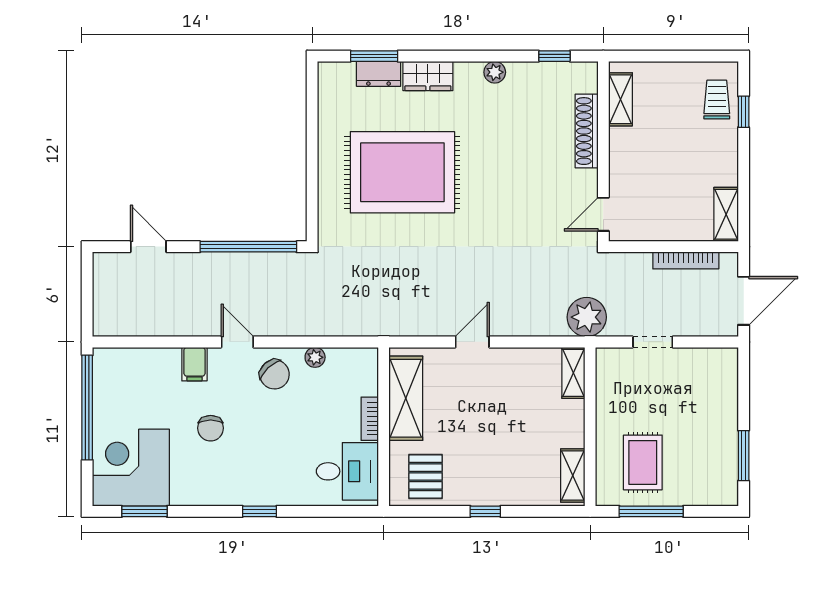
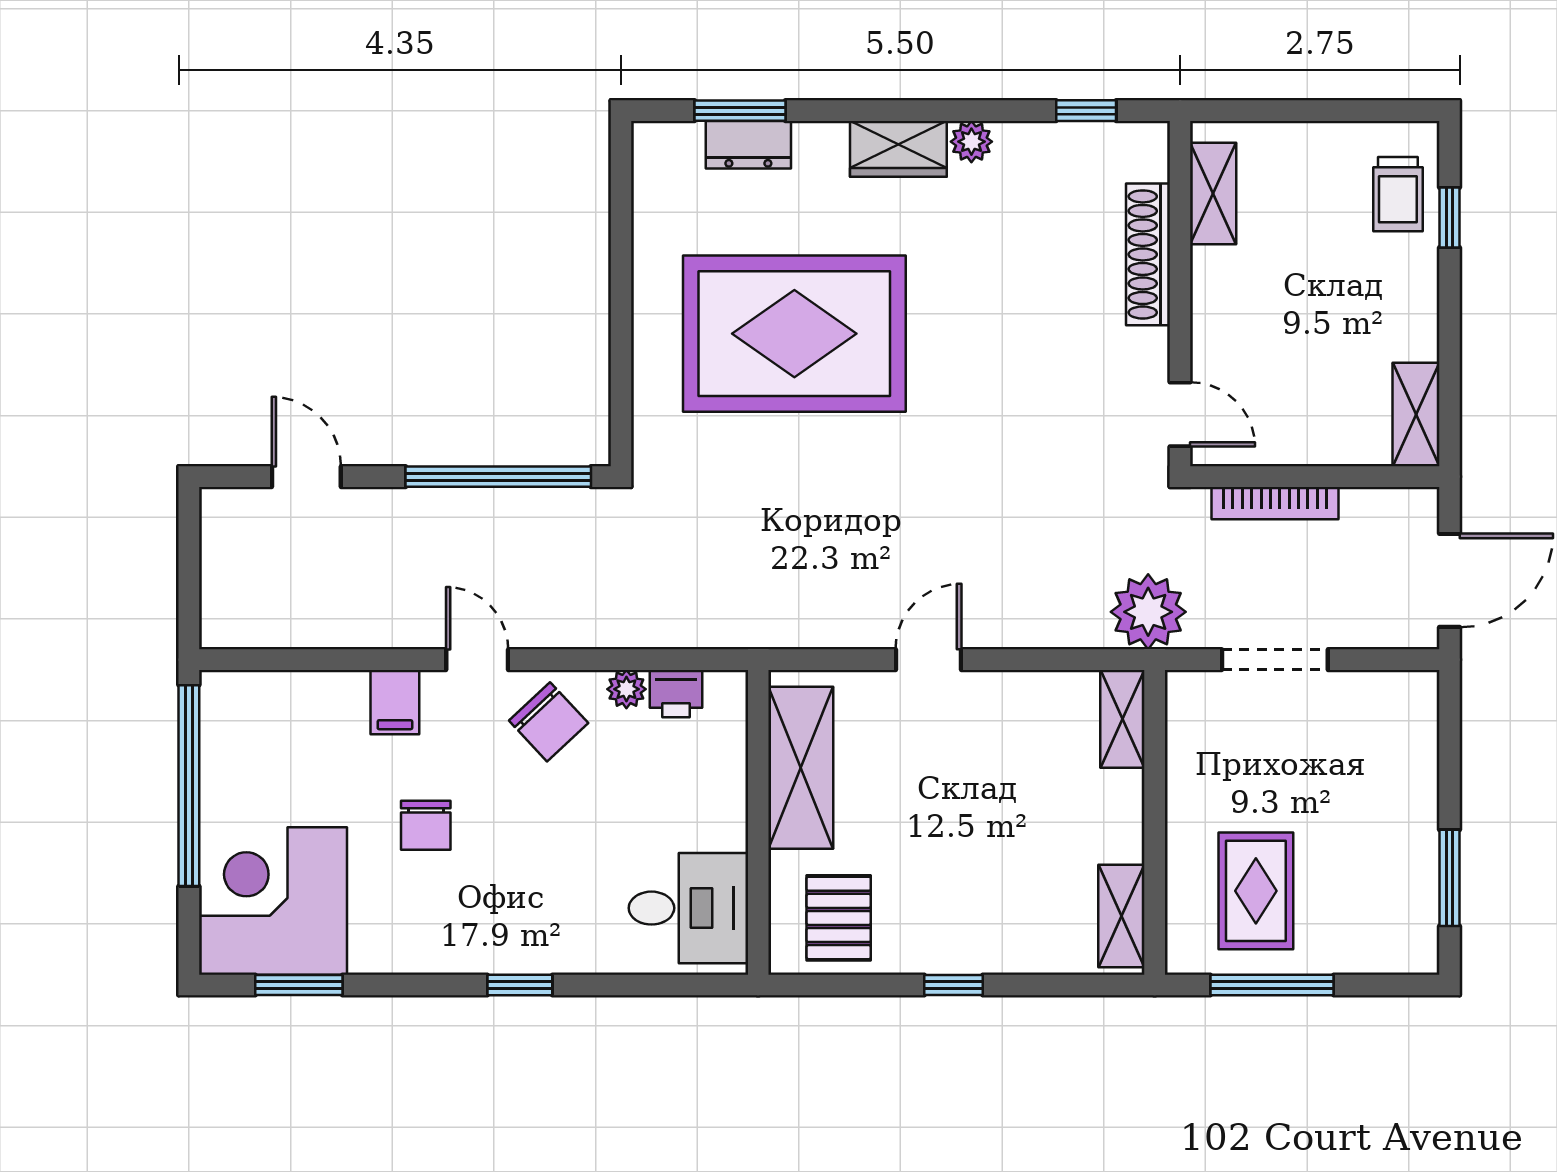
wardrobe: (428, 76) -> (898, 149), moved
trolley: (717, 100) -> (1398, 194), turned 180
door: (603, 214) -> (1180, 414), swing flipped
bookcase: (686, 260) -> (1275, 503), moved
doorway: (653, 342) -> (1275, 660), width x1.38
printer: (341, 360) -> (676, 694), added
bookcase: (370, 419) -> (731, 807), removed

